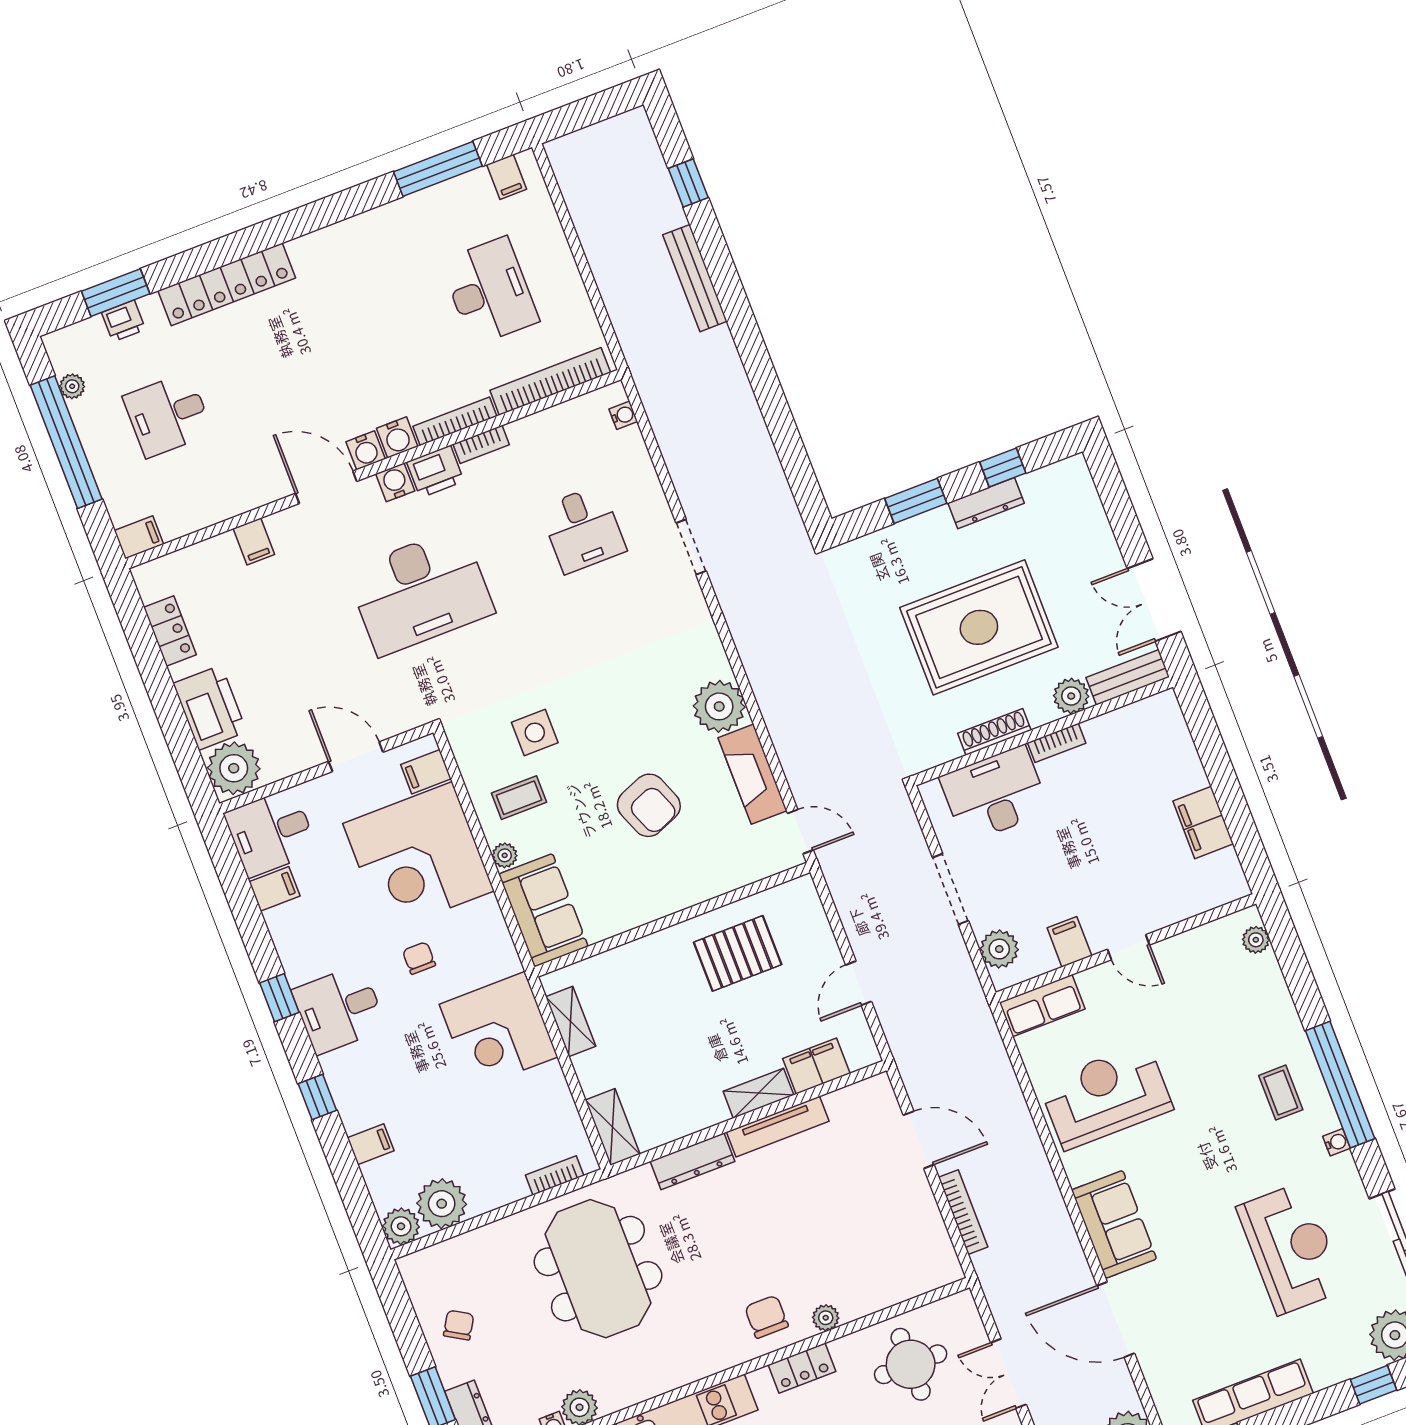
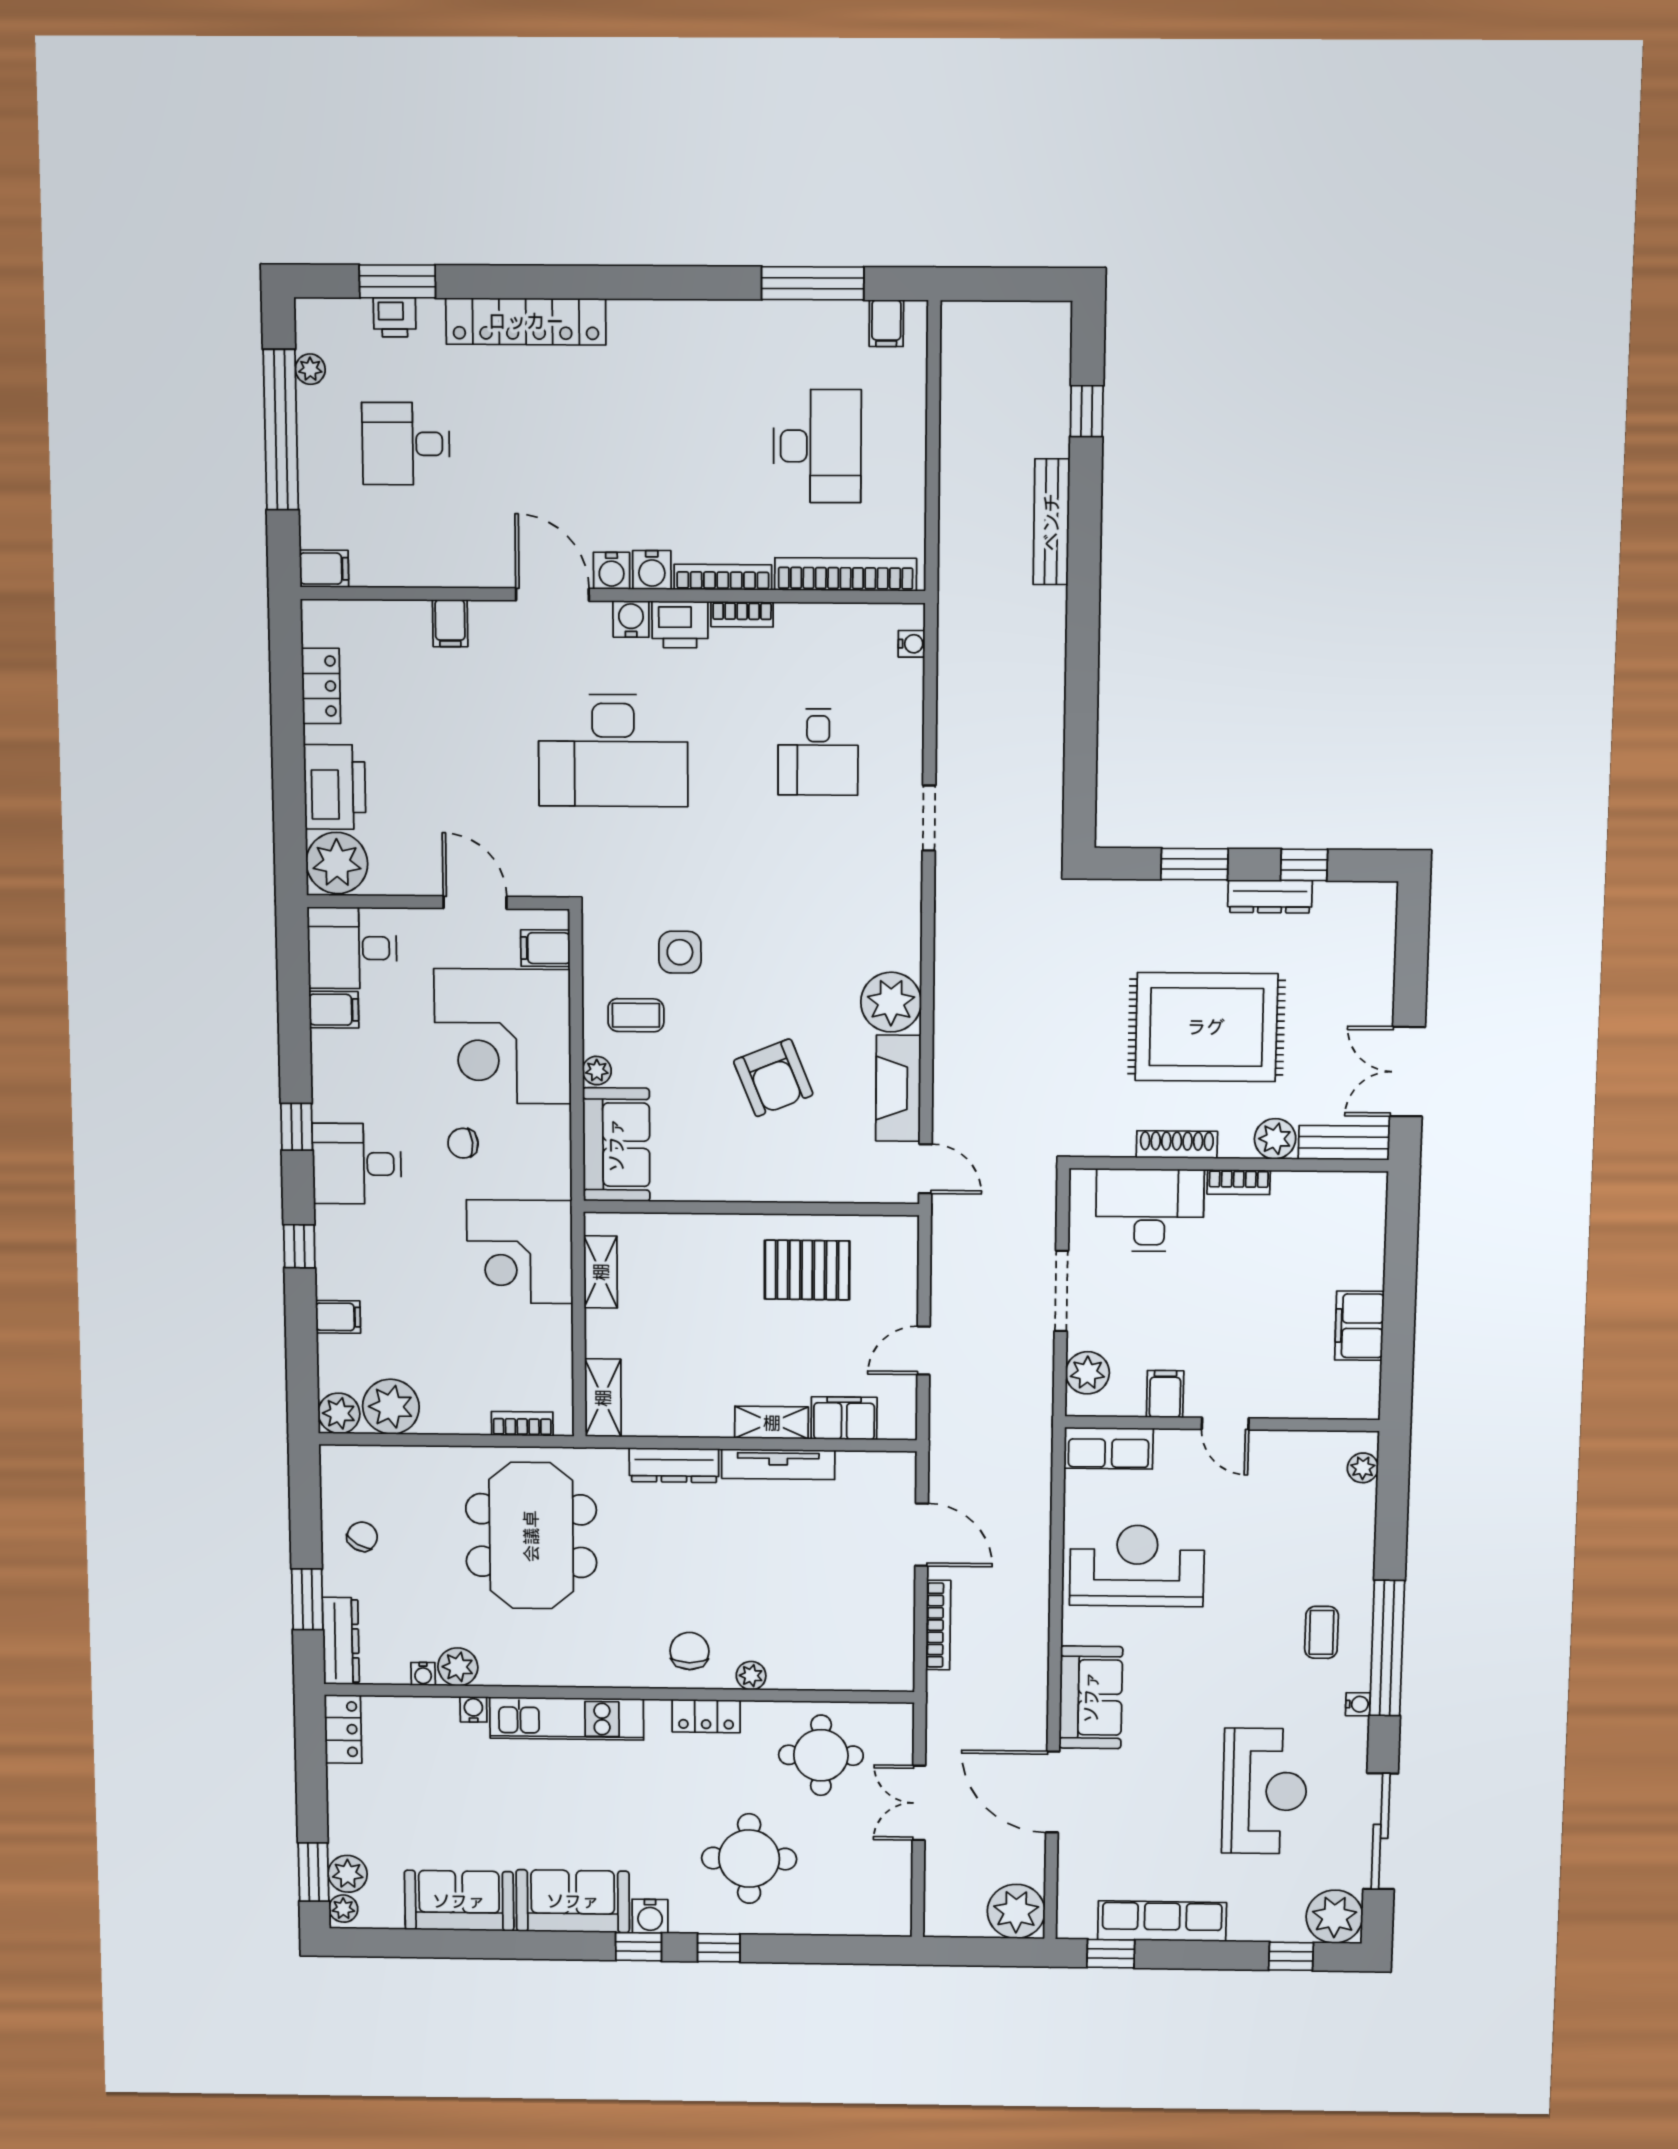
chair: (419, 958) -> (463, 1143), turned -95

